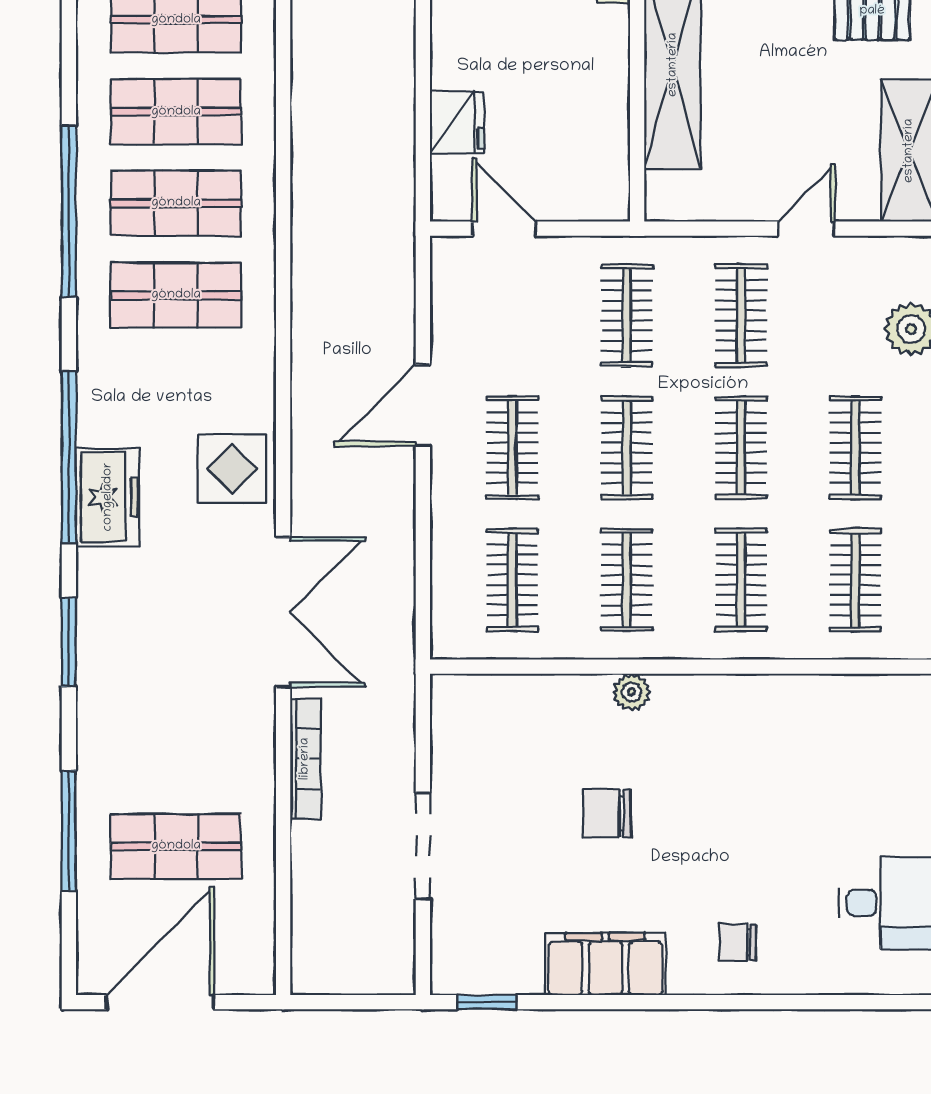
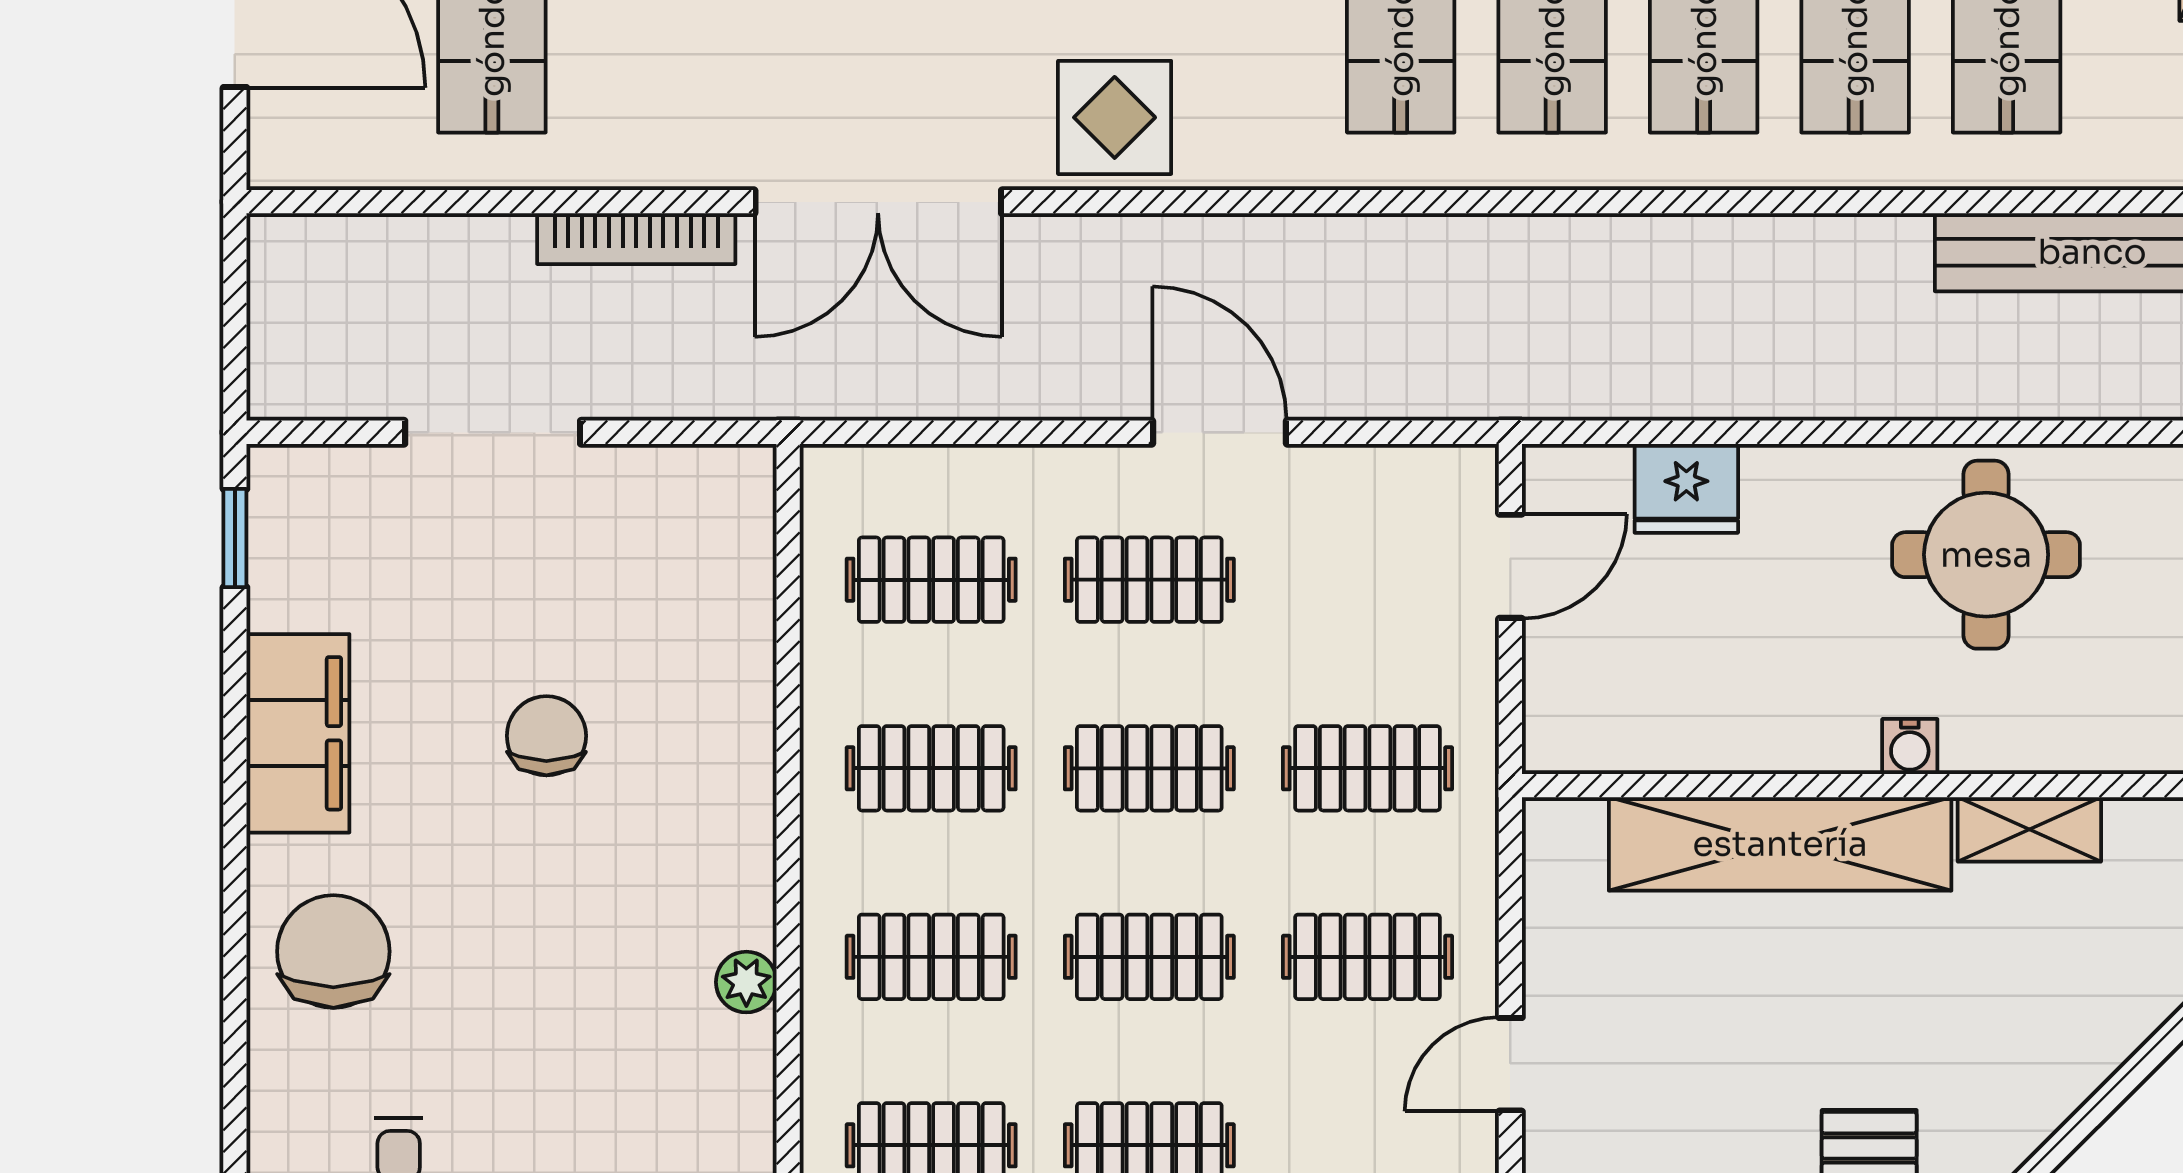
door: (806, 229) -> (1510, 1064), swing flipped
plant: (632, 692) -> (746, 982), moved
chair: (738, 943) -> (333, 951), width x1.87, depth x1.87

